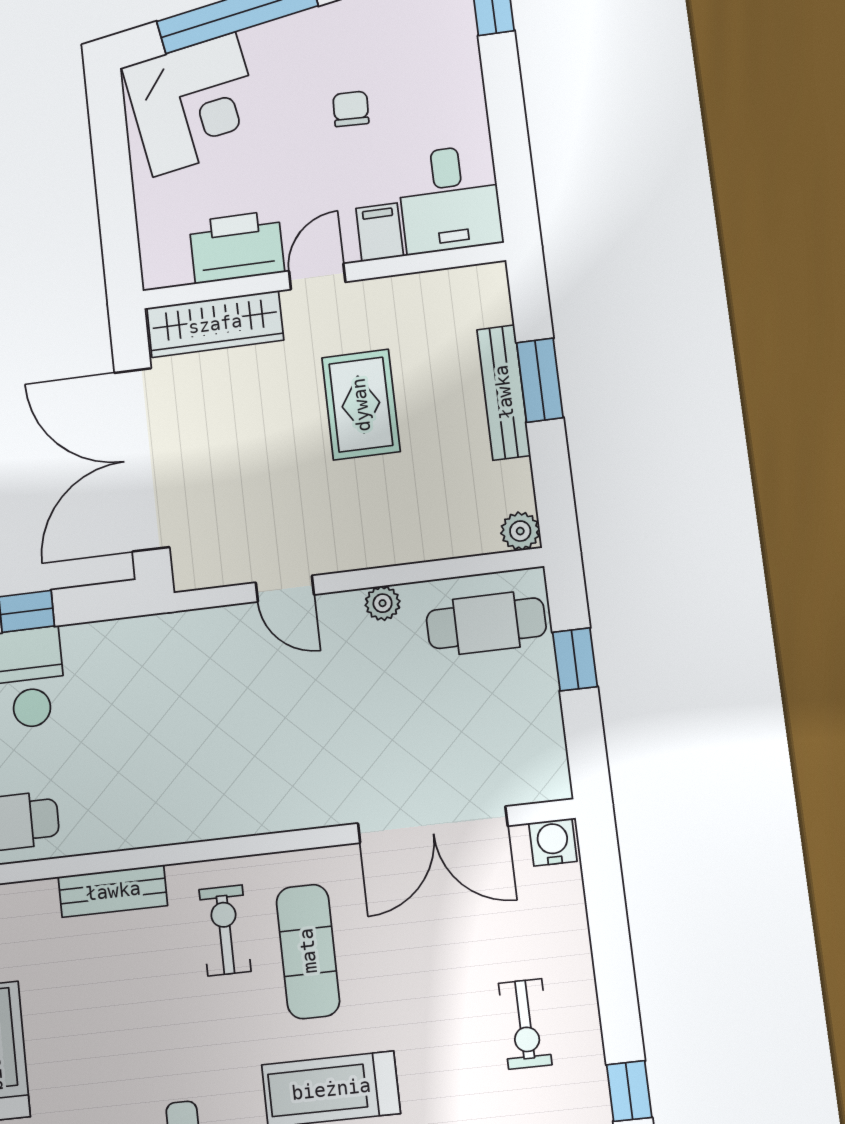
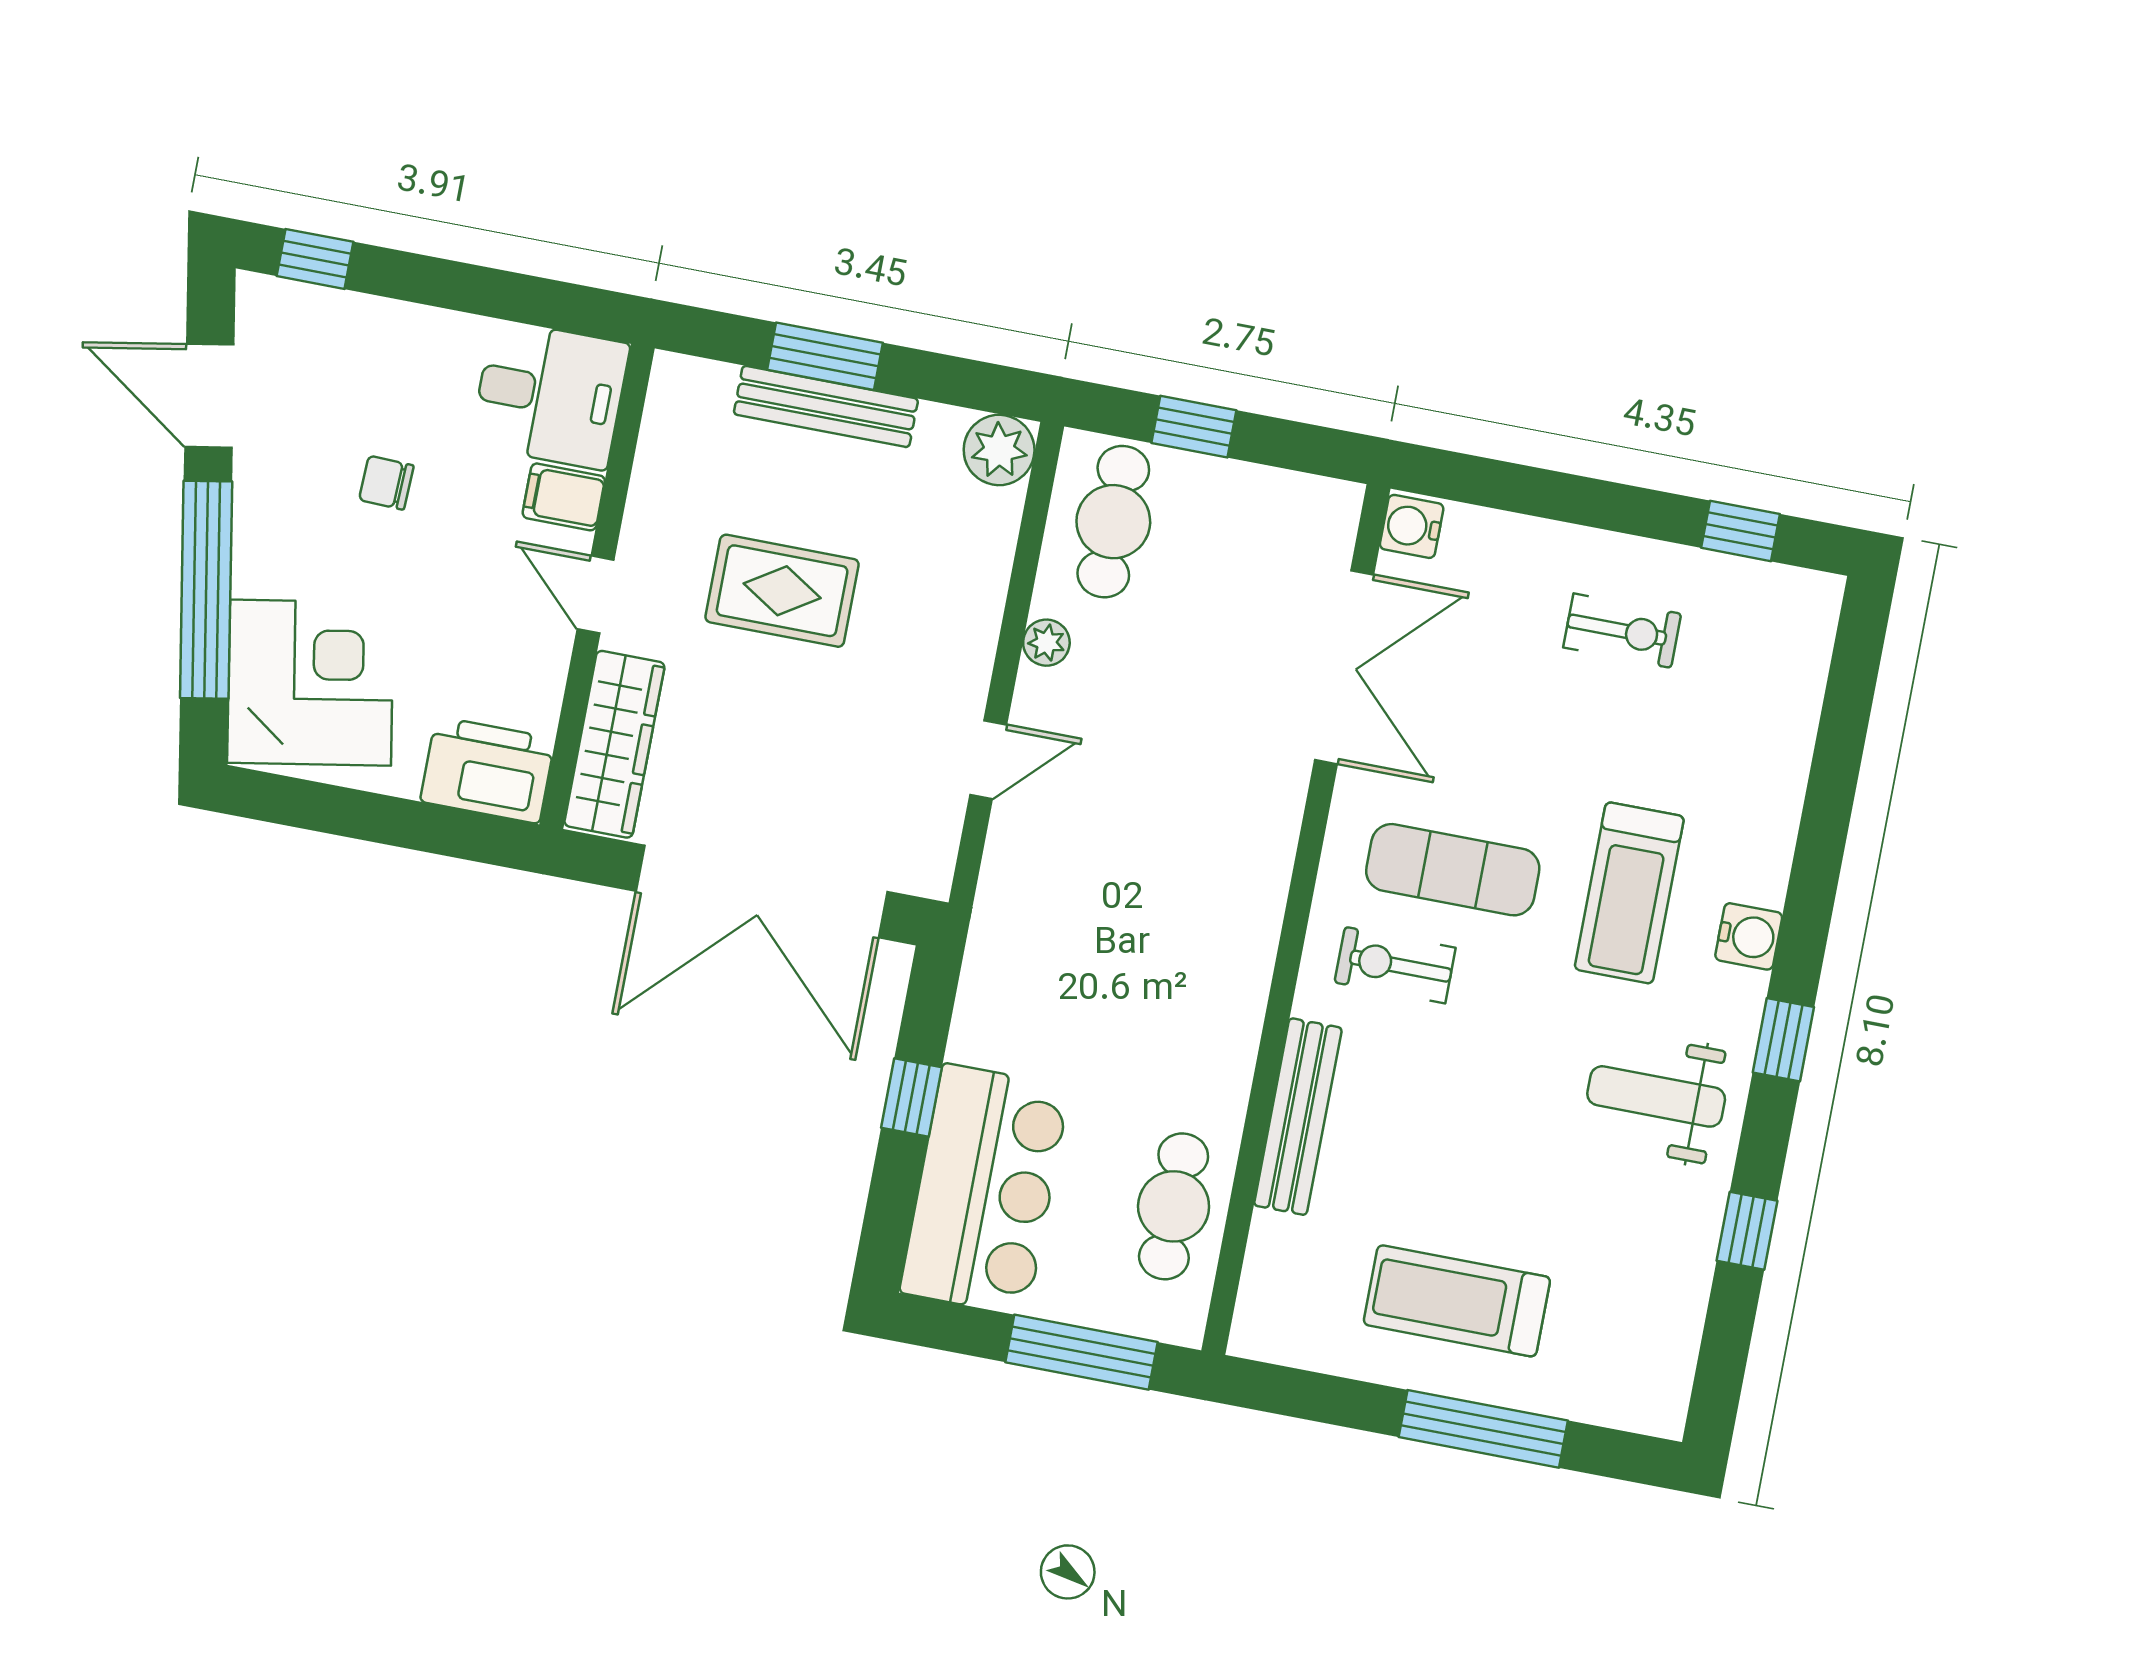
printer: (237, 247) -> (488, 770), moved, turned 90
plant: (520, 531) -> (999, 450), width x1.38, depth x1.38
bench: (113, 891) -> (1298, 1117), width x1.36

